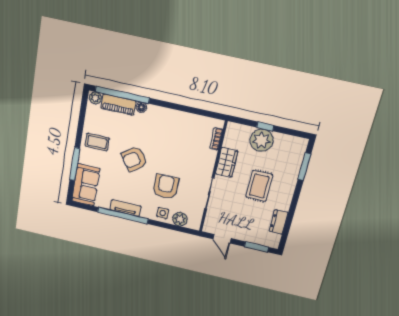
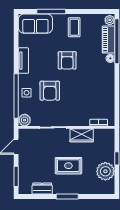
plant: (262, 140) -> (105, 171), moved
armchair: (134, 159) -> (67, 60), turned -144
window: (304, 167) -> (67, 197), moved
armchair: (166, 187) -> (50, 91), turned 90
window: (123, 215) -> (16, 96), moved
plant: (180, 219) -> (25, 120), moved

